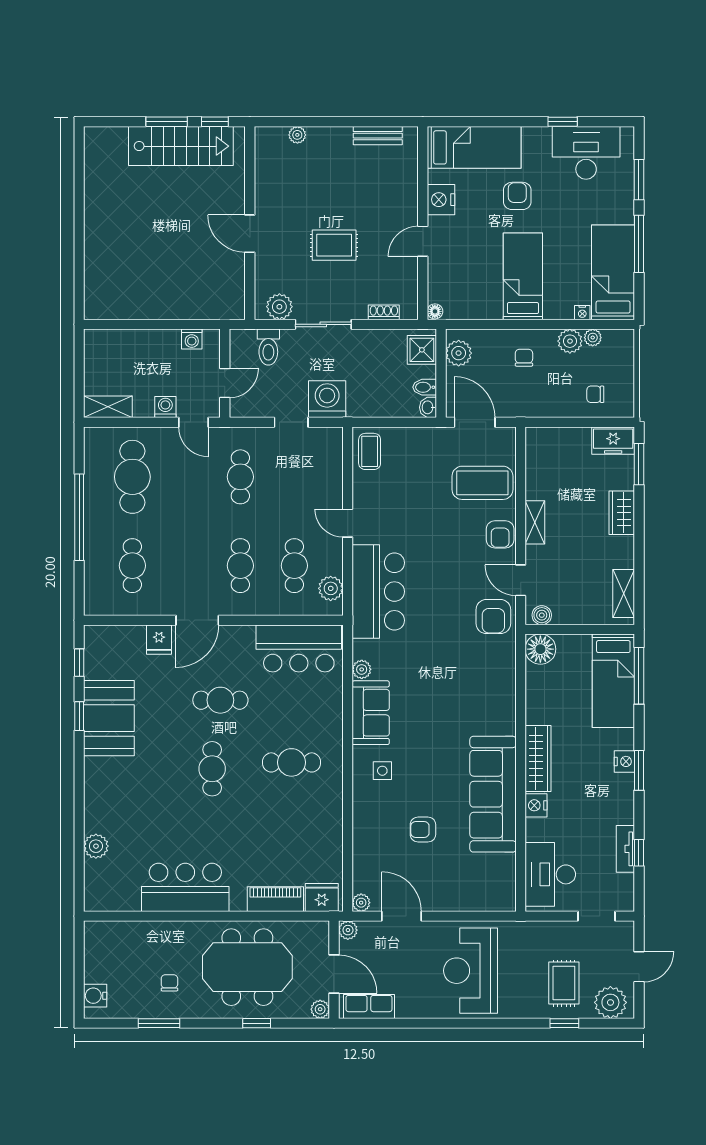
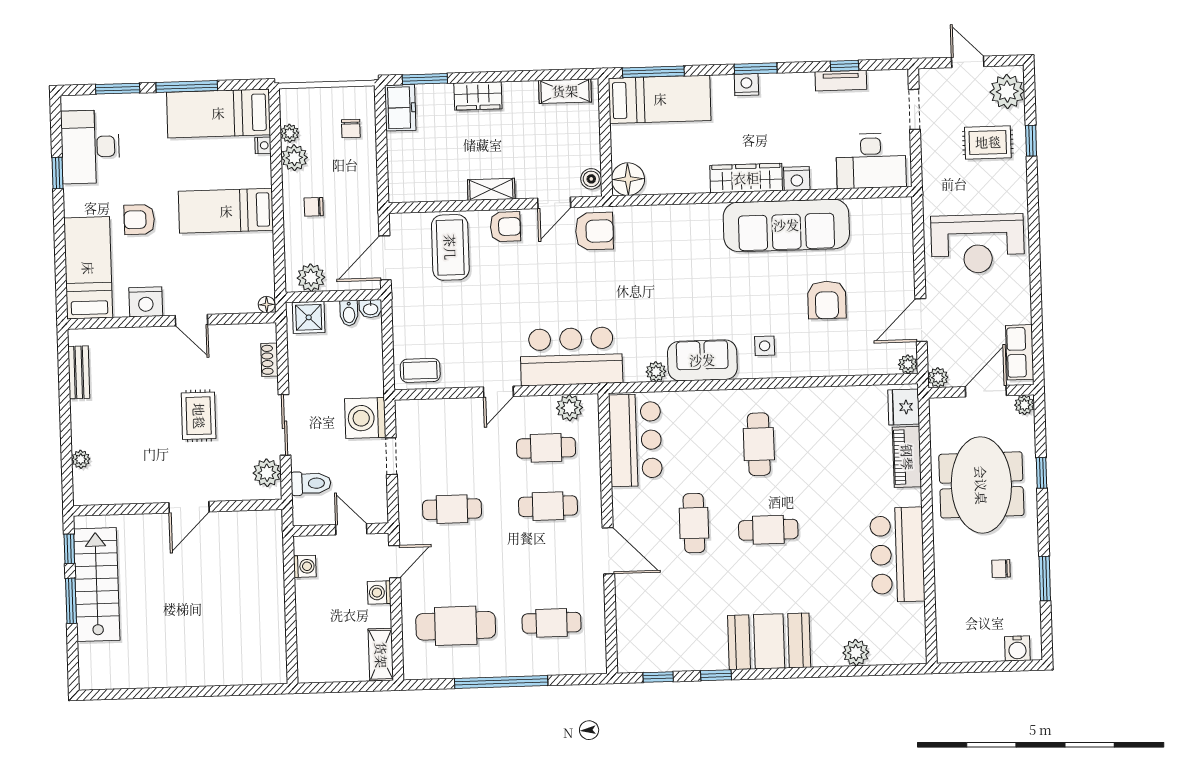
fridge: (159, 640) -> (631, 592), removed
booth: (109, 718) -> (769, 641), moved
armchair: (423, 830) -> (827, 300), width x1.38, depth x1.38

